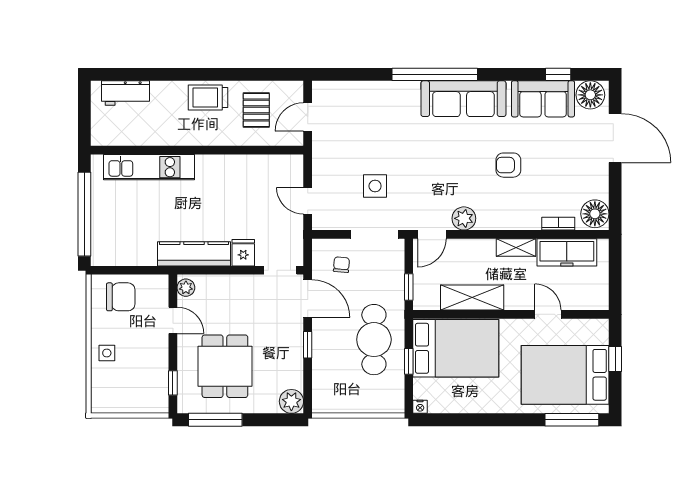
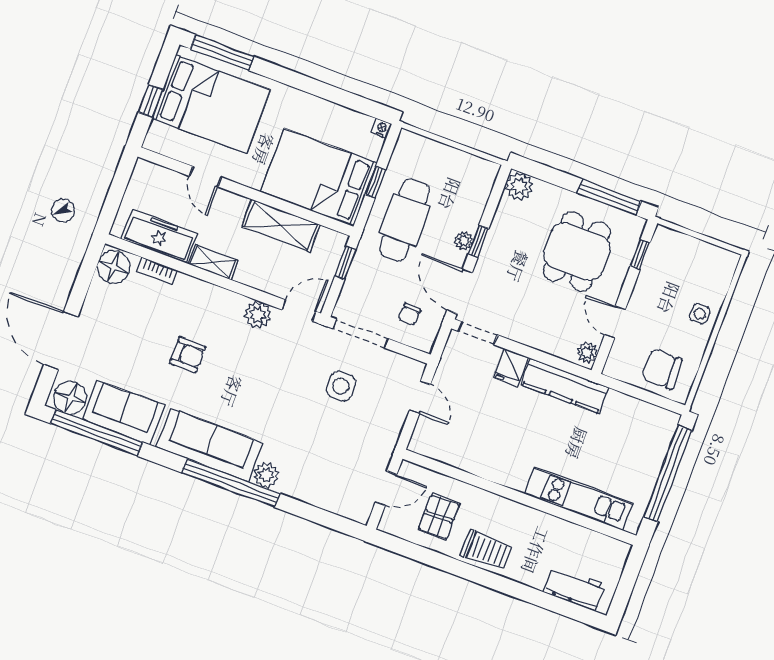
window: (558, 74) -> (97, 433), width x3.17
plant: (408, 92) -> (266, 475), added
plant: (320, 341) -> (464, 241), added

